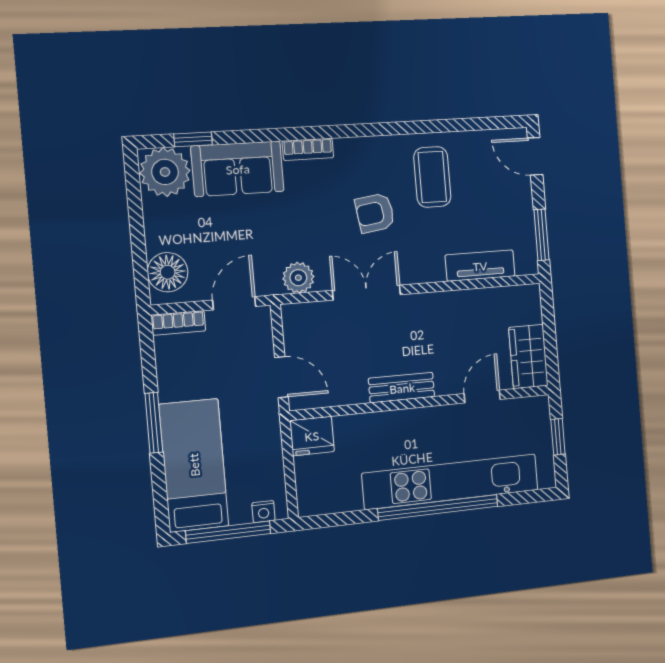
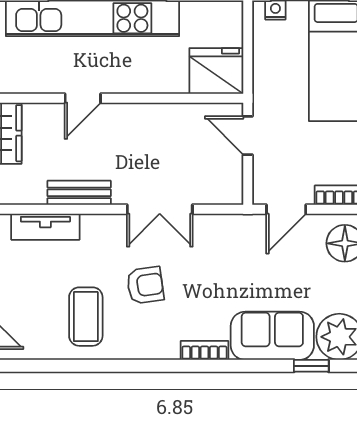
plant: (298, 278) -> (224, 229), removed
bench: (402, 388) -> (79, 193), moved
door: (482, 396) -> (83, 98), moved
fridge: (312, 436) -> (216, 71), width x1.36, depth x1.34

